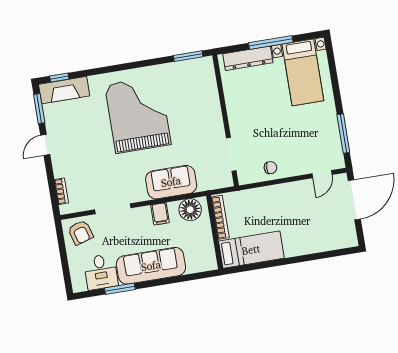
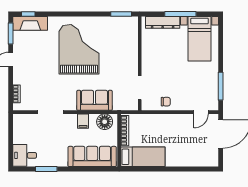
armchair: (81, 232) -> (25, 125), removed
sofa: (151, 266) -> (92, 156), moved
desk: (101, 272) -> (25, 155), moved, turned 90

